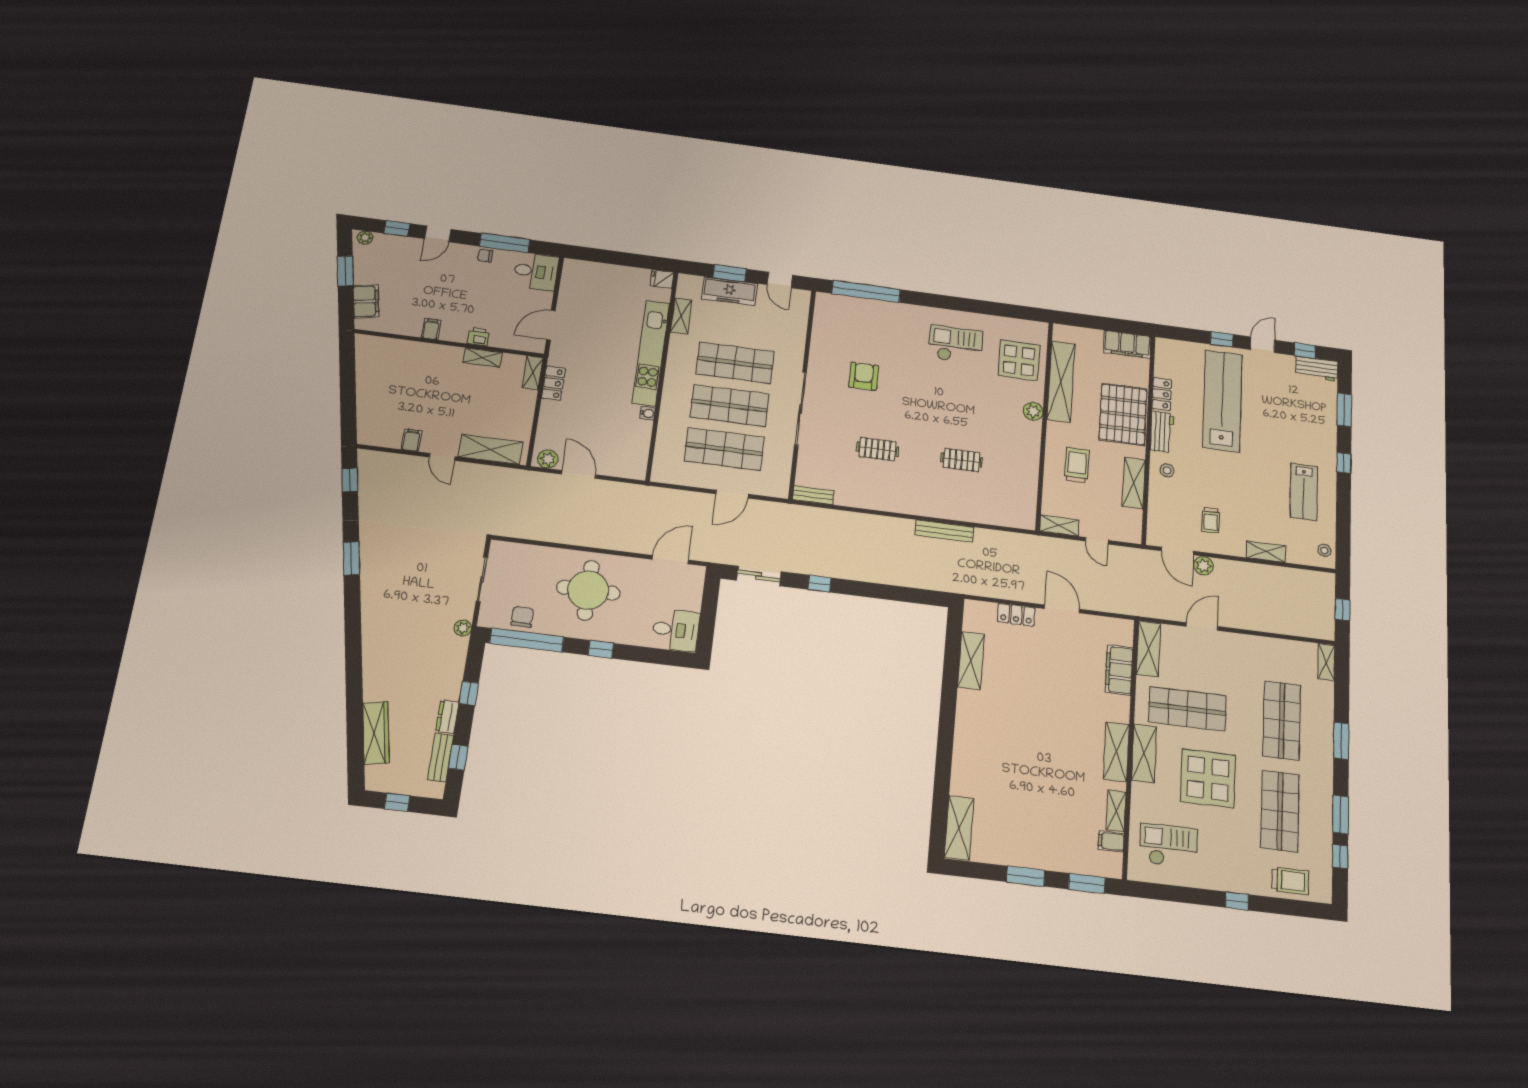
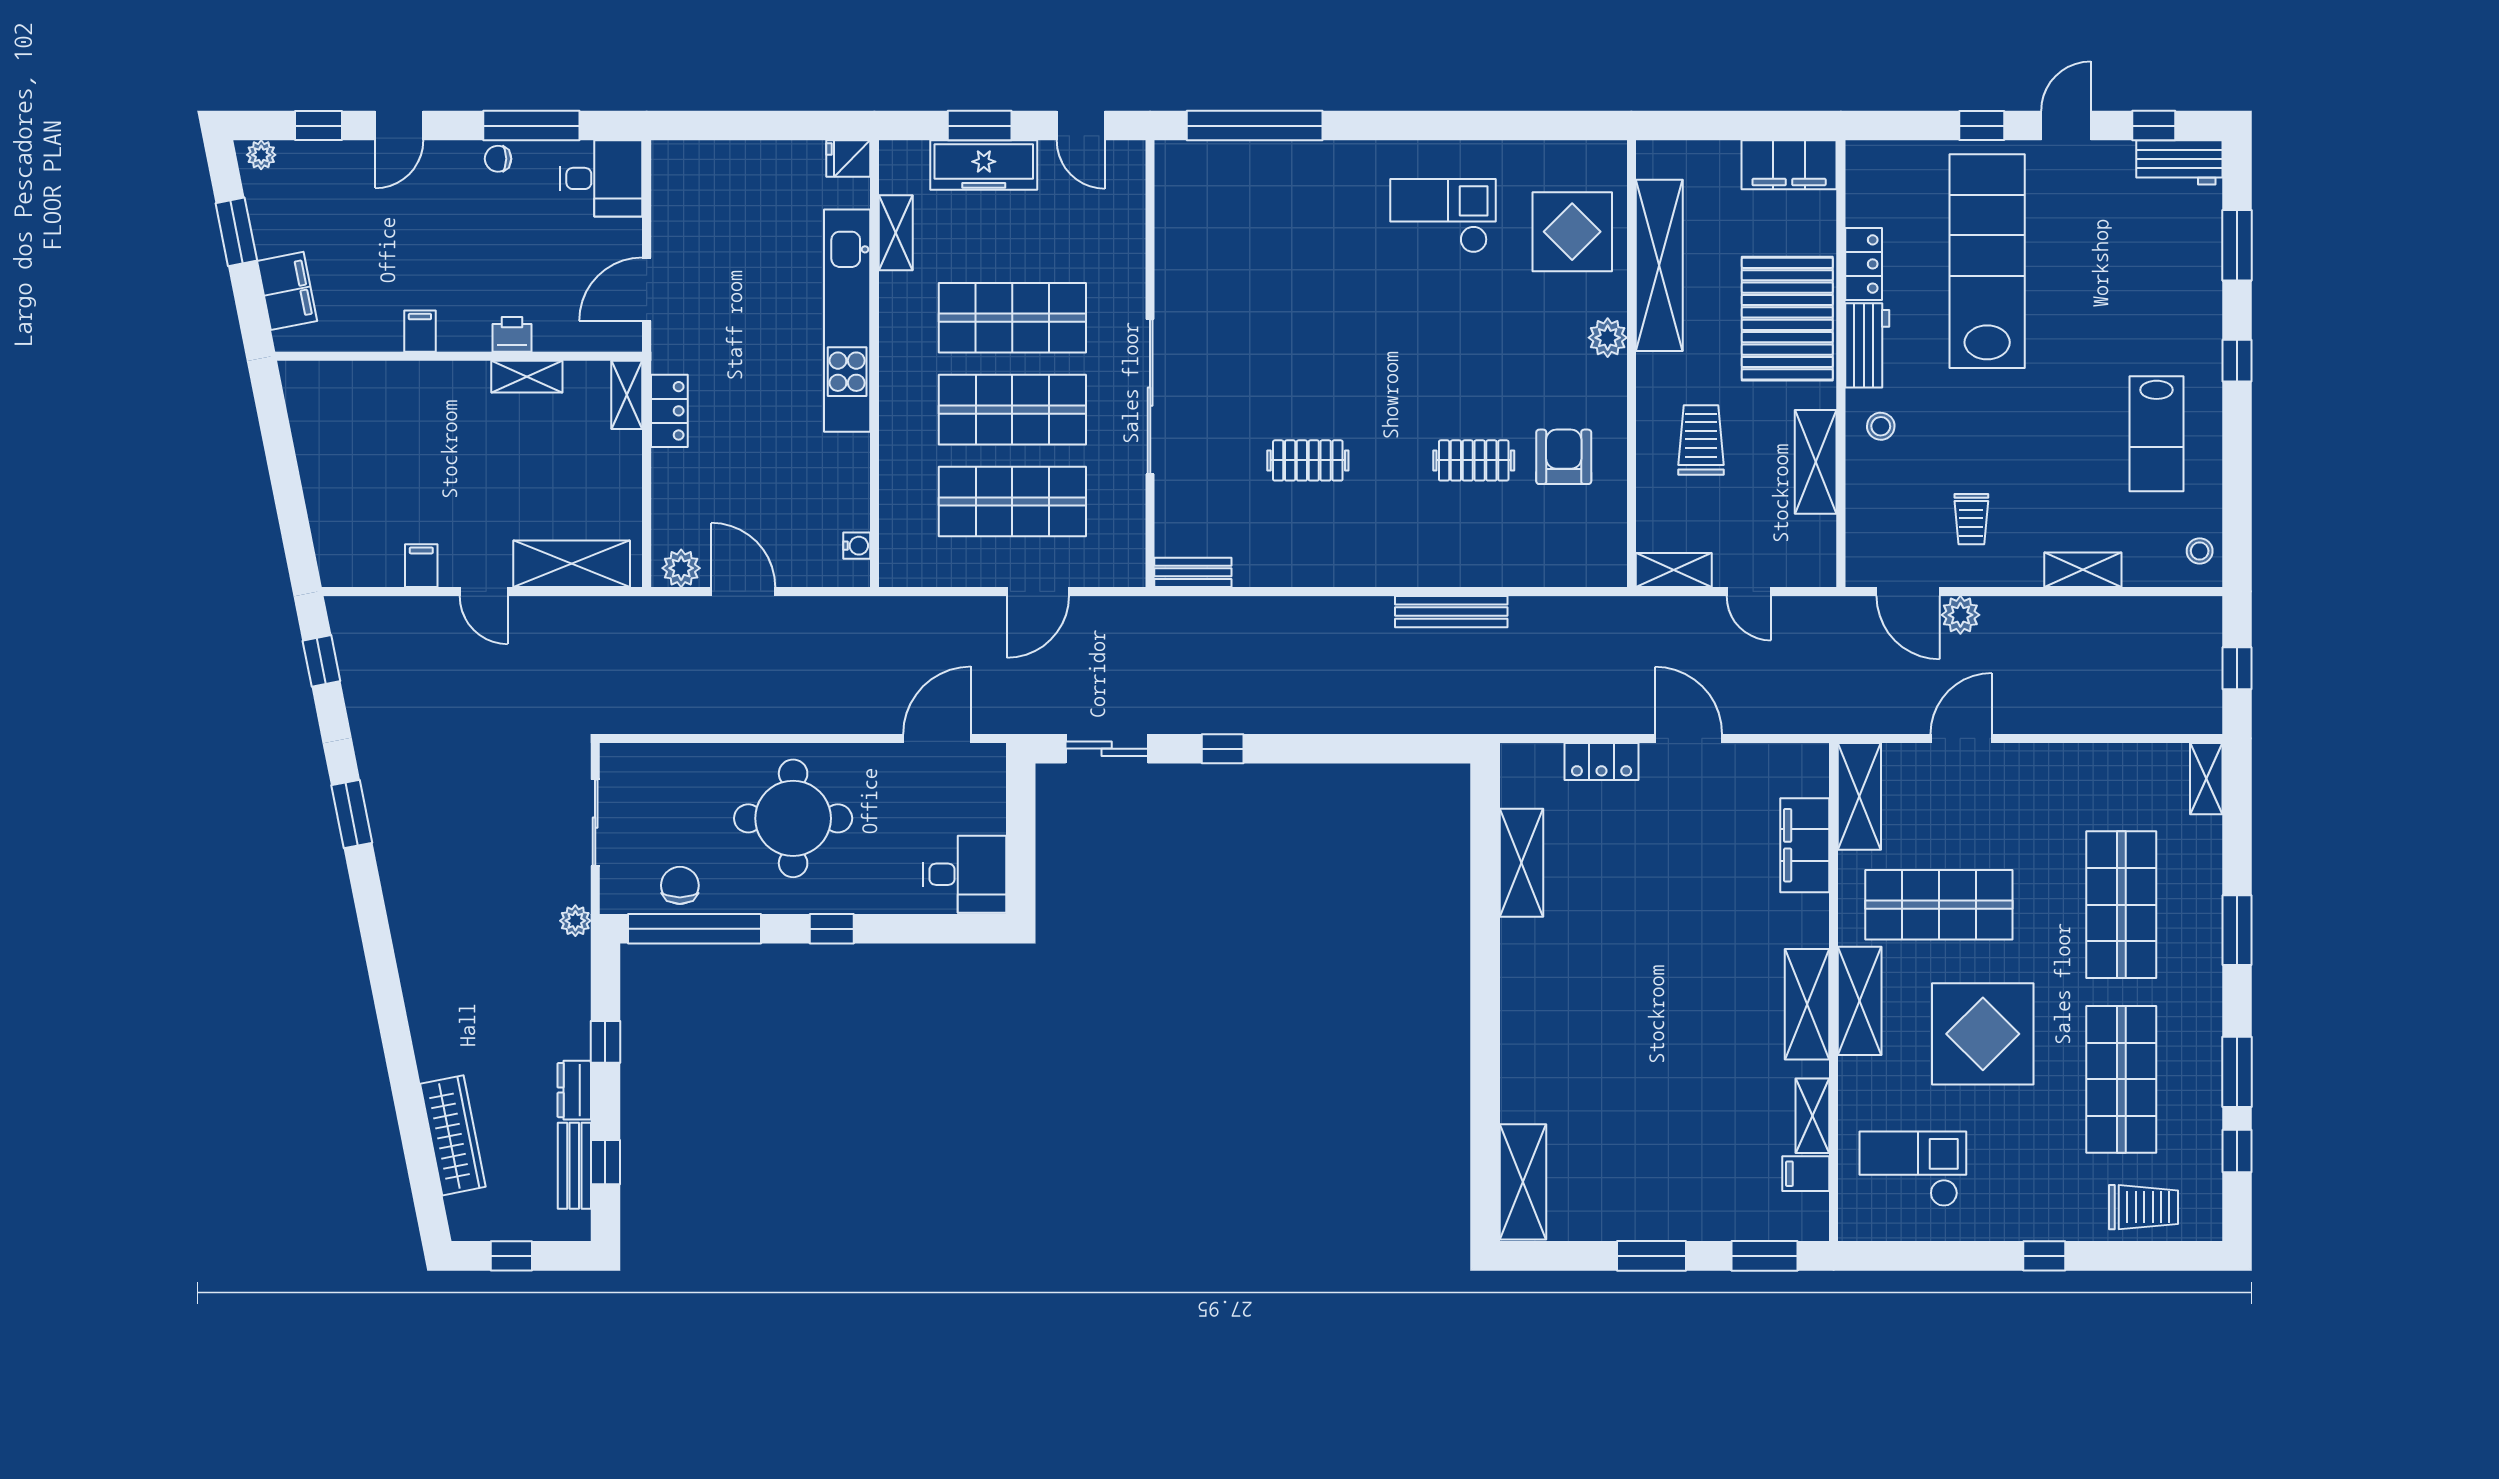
armchair: (864, 376) -> (1564, 457), moved
water cooler: (647, 413) -> (857, 546), moved

